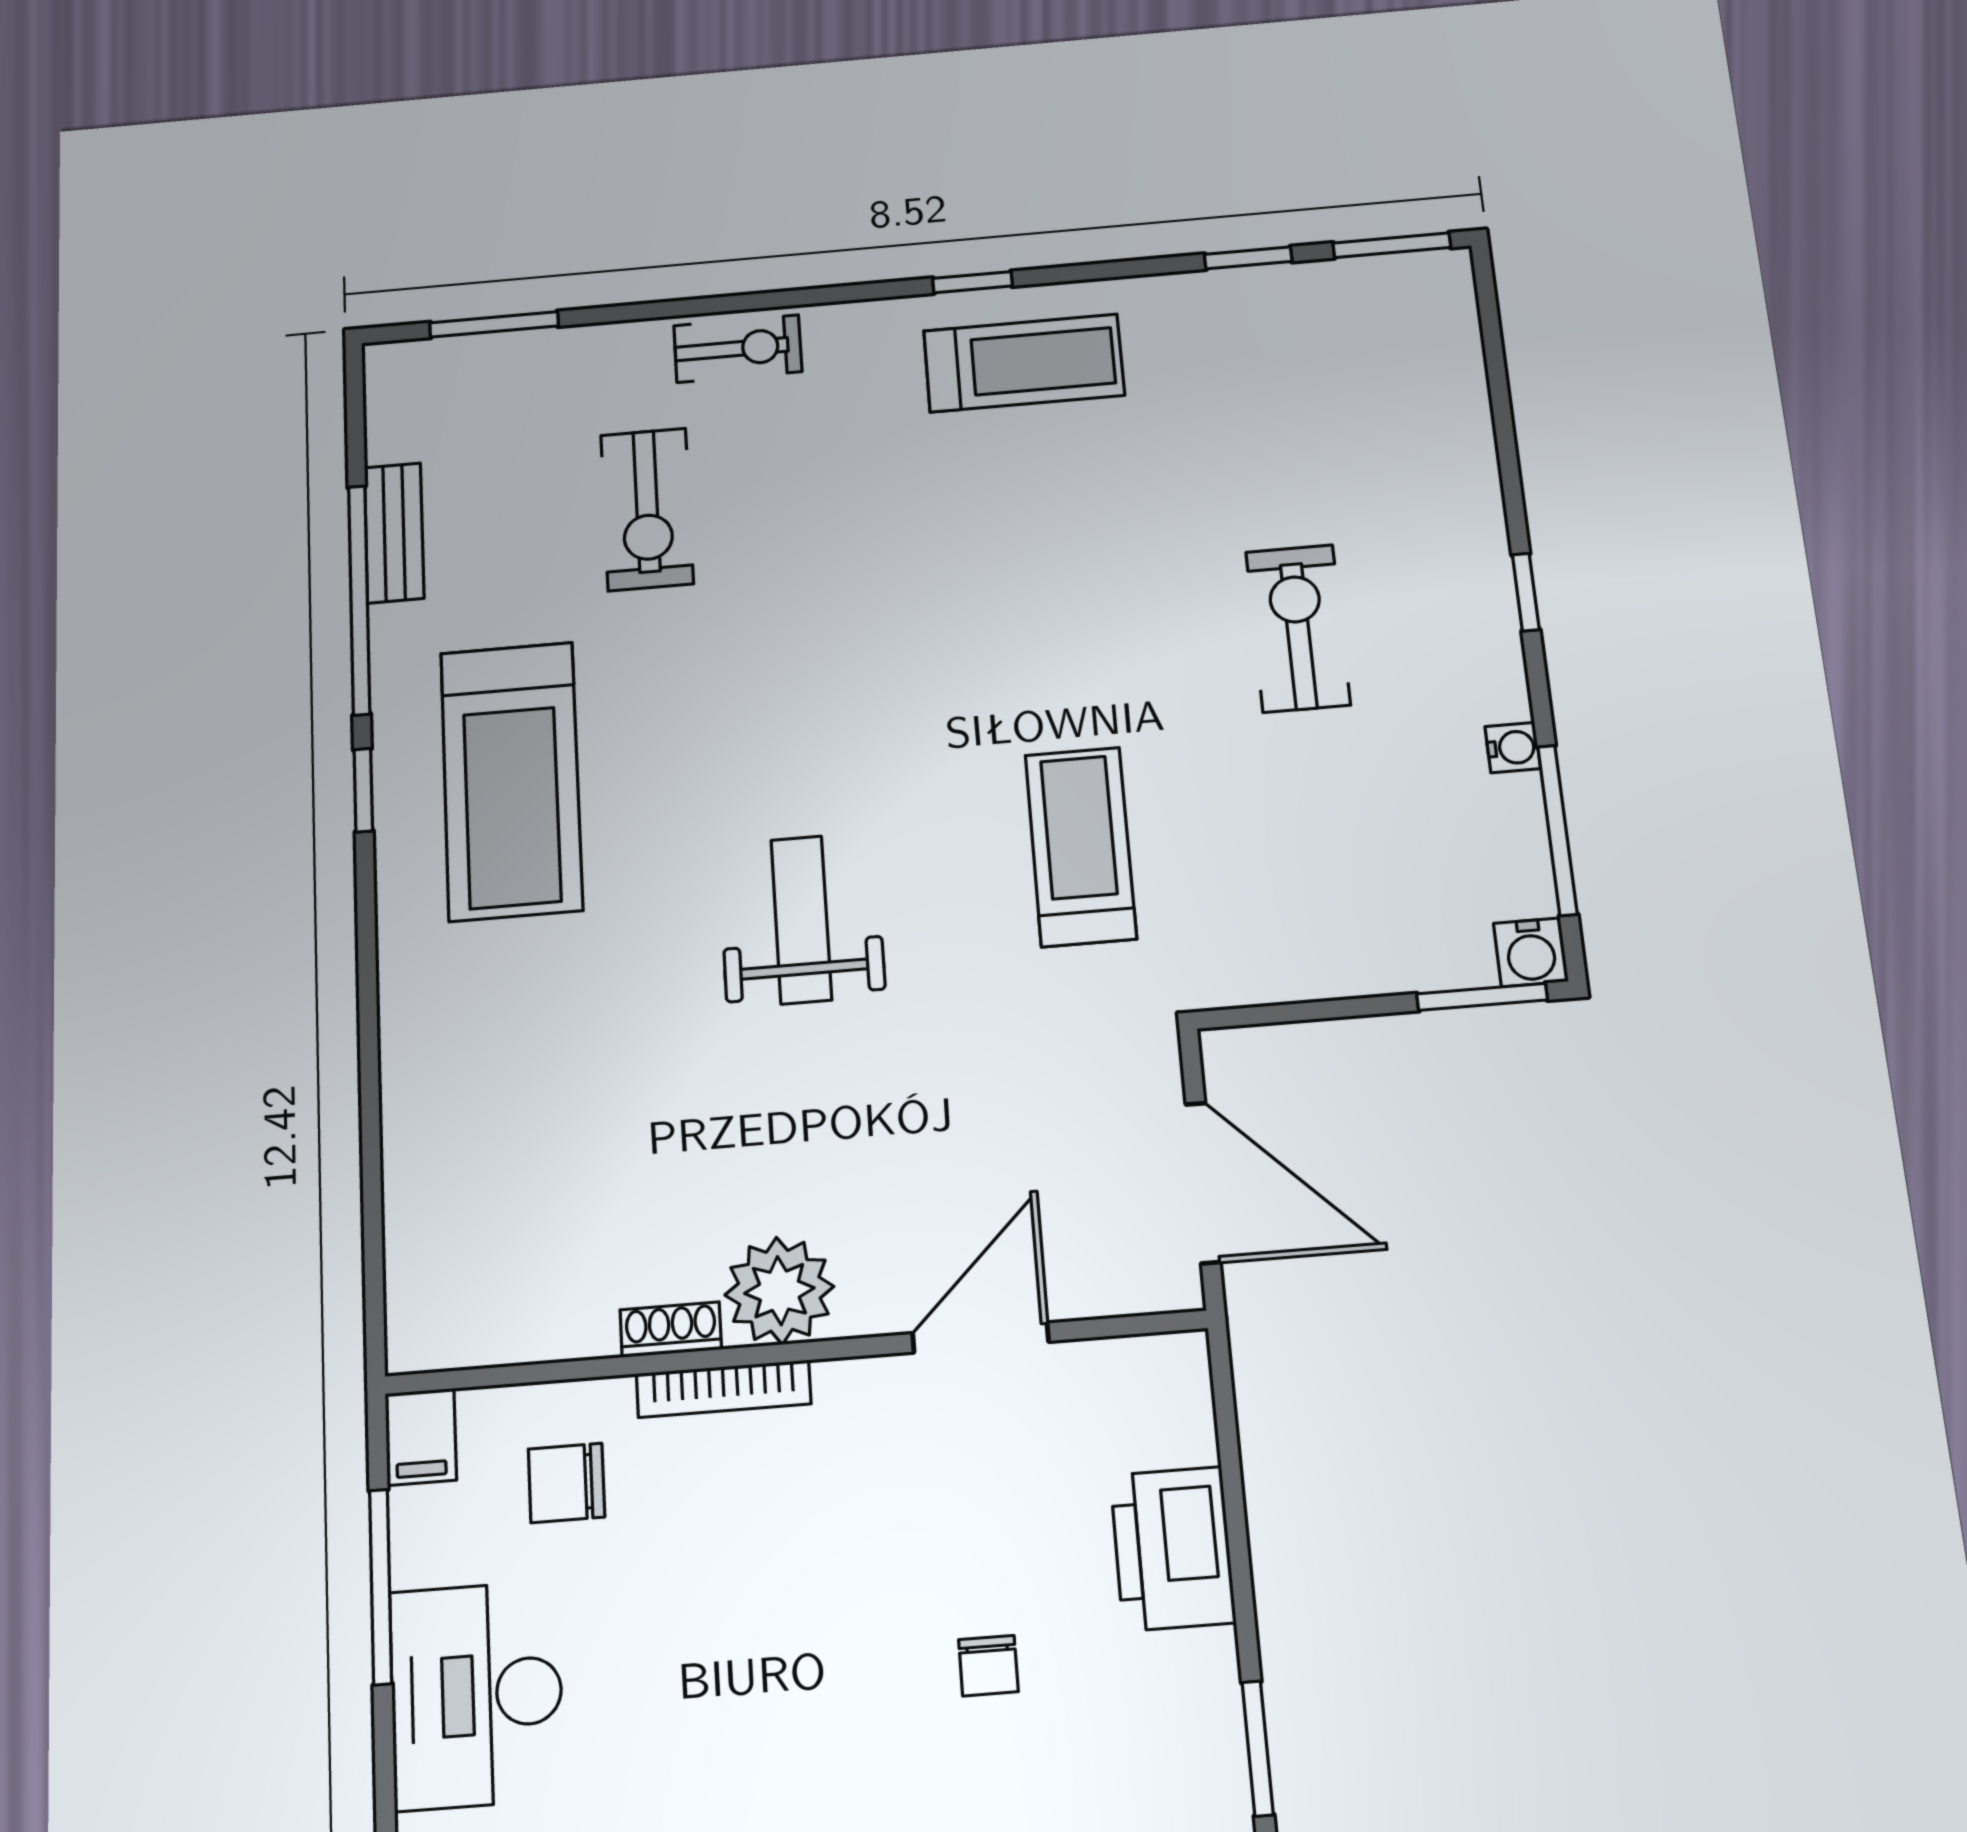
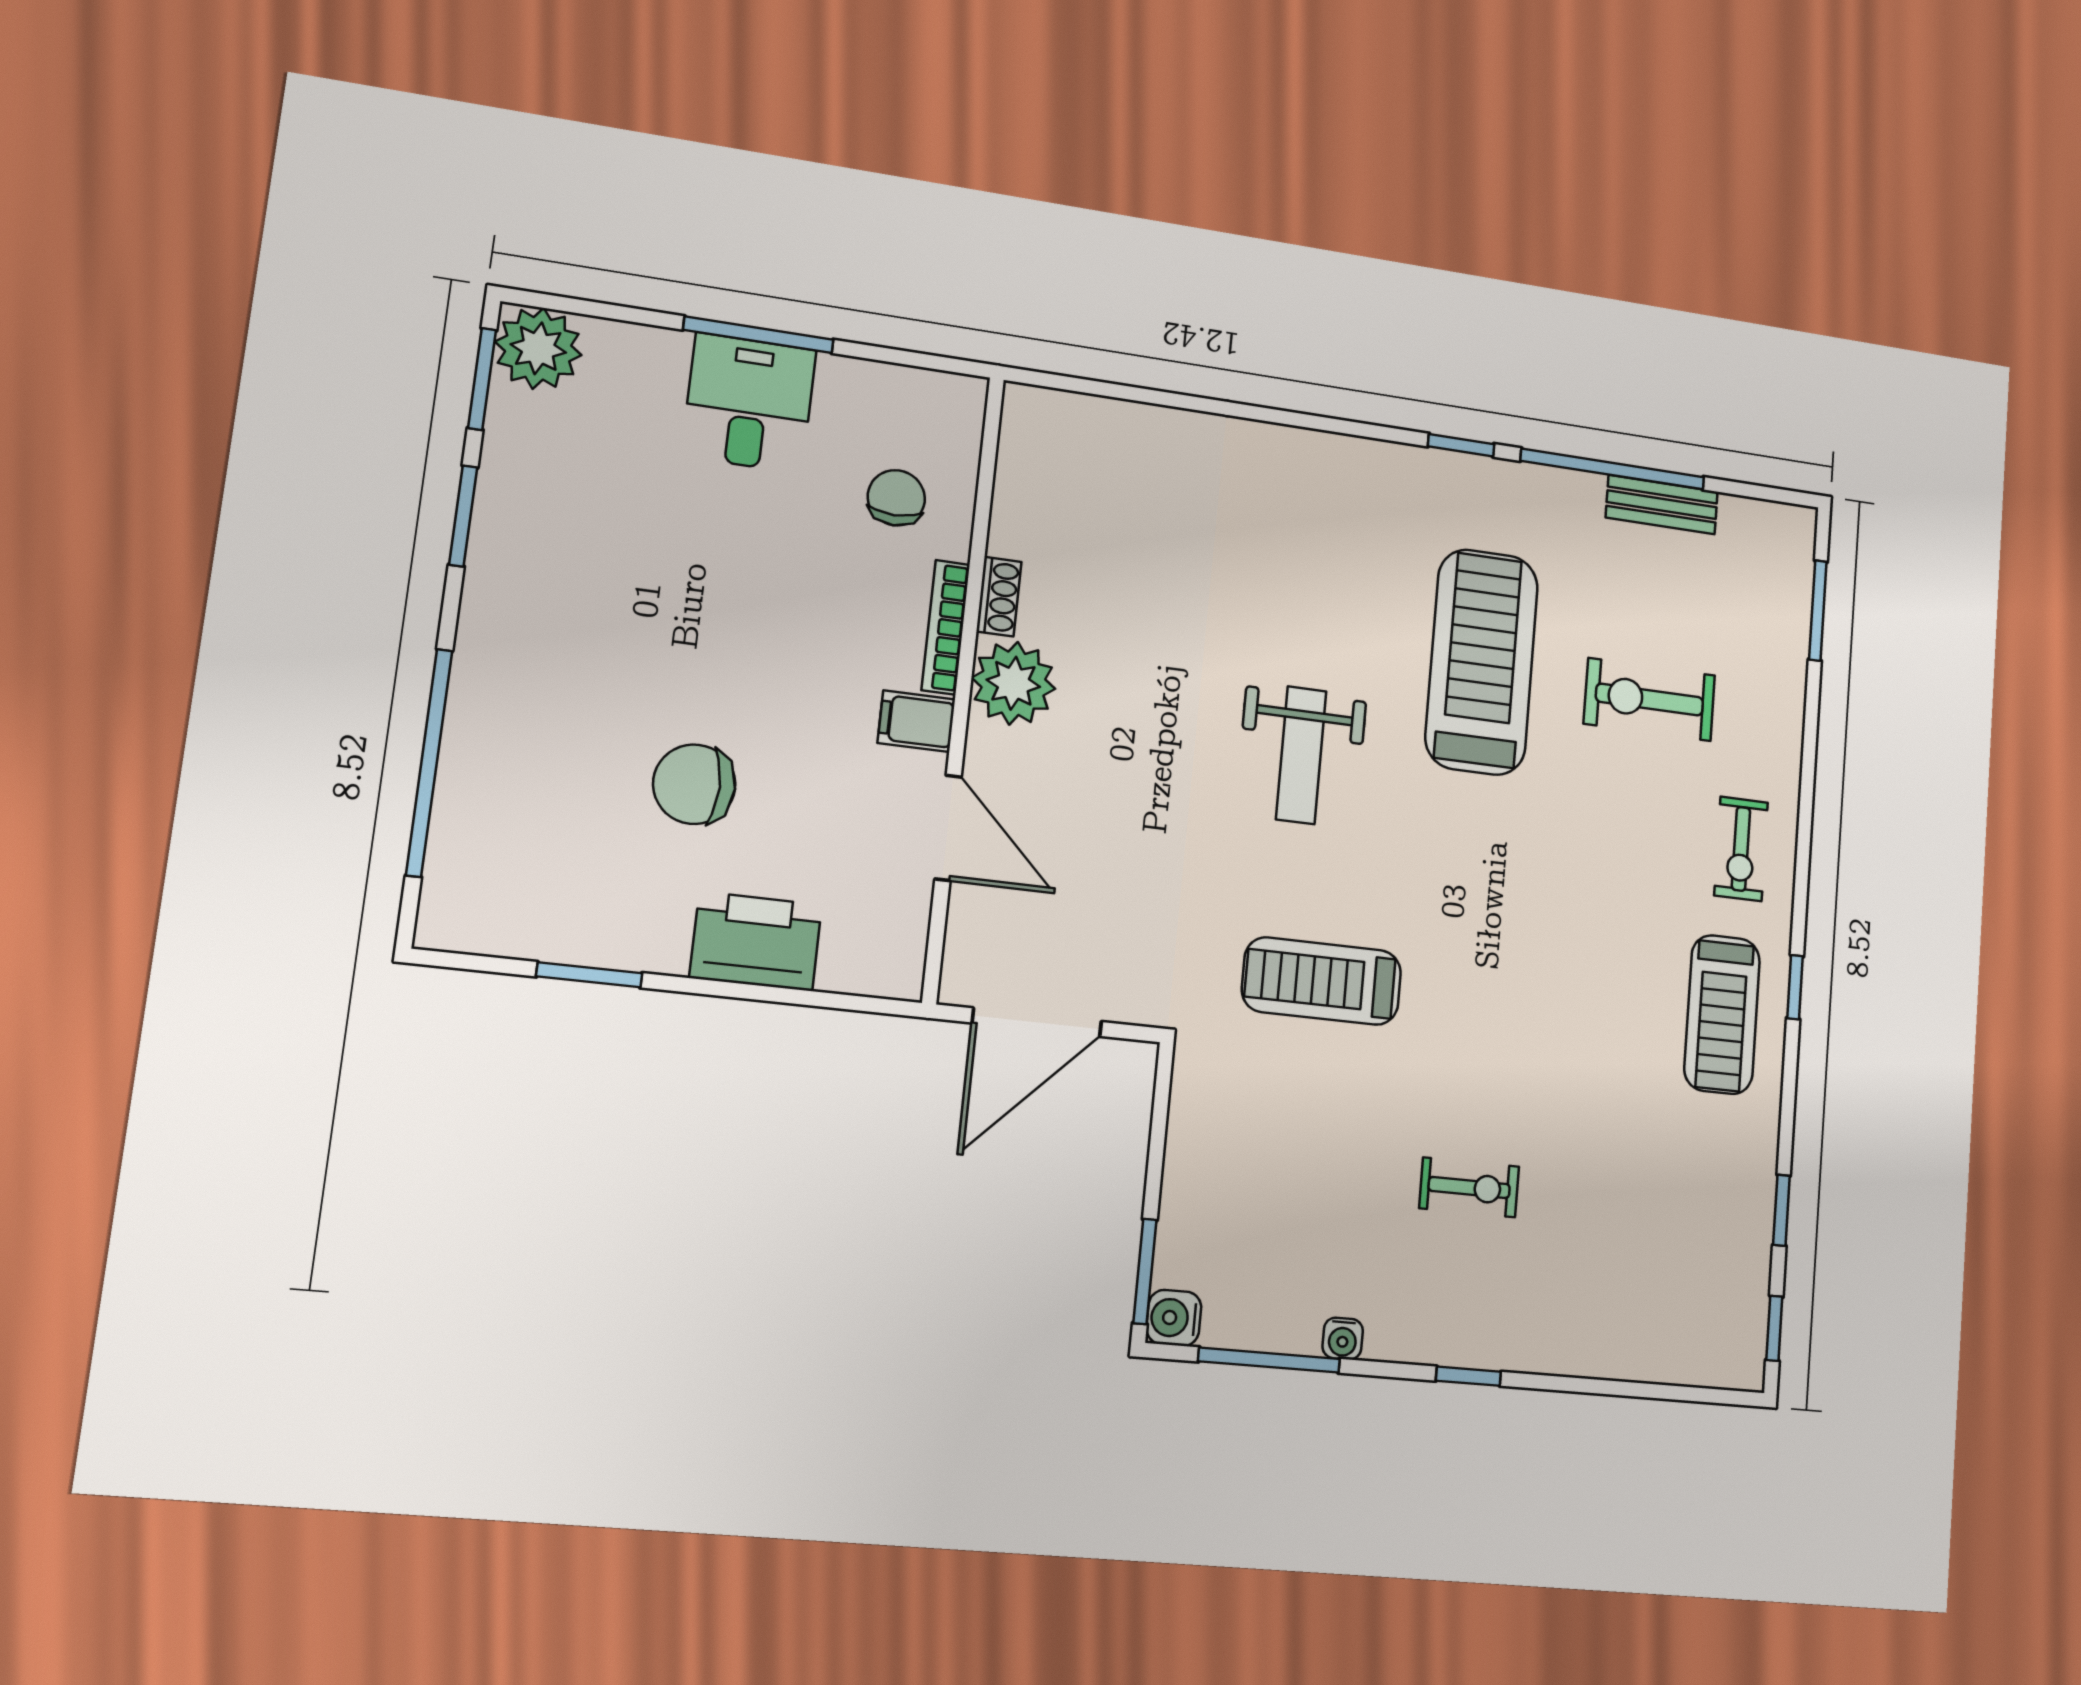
window: (1392, 245) -> (1774, 1328), width x0.67
exercise bike: (738, 349) -> (1741, 849), moved
exercise bike: (1298, 628) -> (1469, 1187), width x0.73, depth x0.72
treadmill: (511, 781) -> (1482, 662), moved, turned 90
treadmill: (1081, 846) -> (1322, 981), turned 180
weight bench: (801, 920) -> (1301, 755), turned 90
filing cabinet: (421, 1437) -> (916, 721), moved
window: (381, 1587) -> (759, 335), moved
chair: (988, 1666) -> (694, 784), width x1.87, depth x1.87
desk: (477, 1695) -> (749, 403), width x0.73

